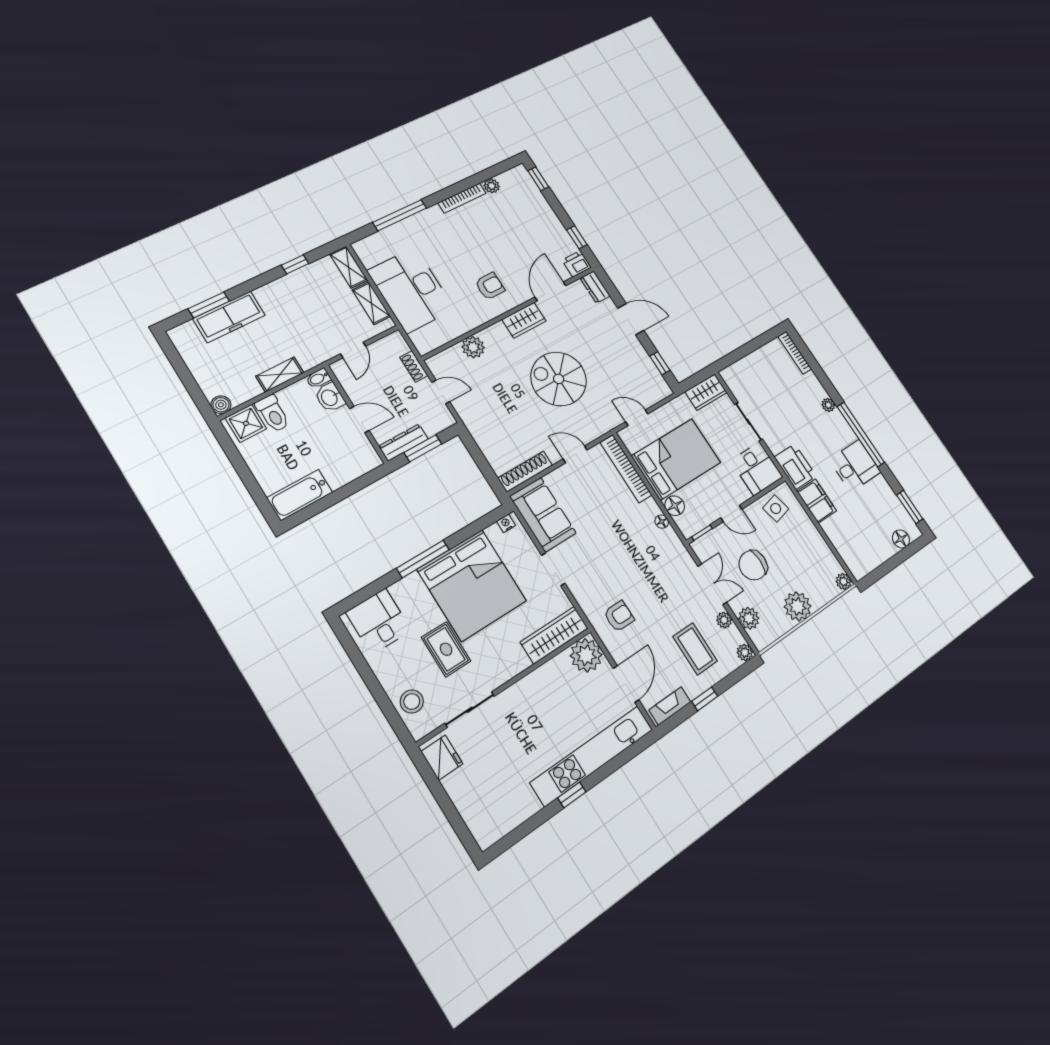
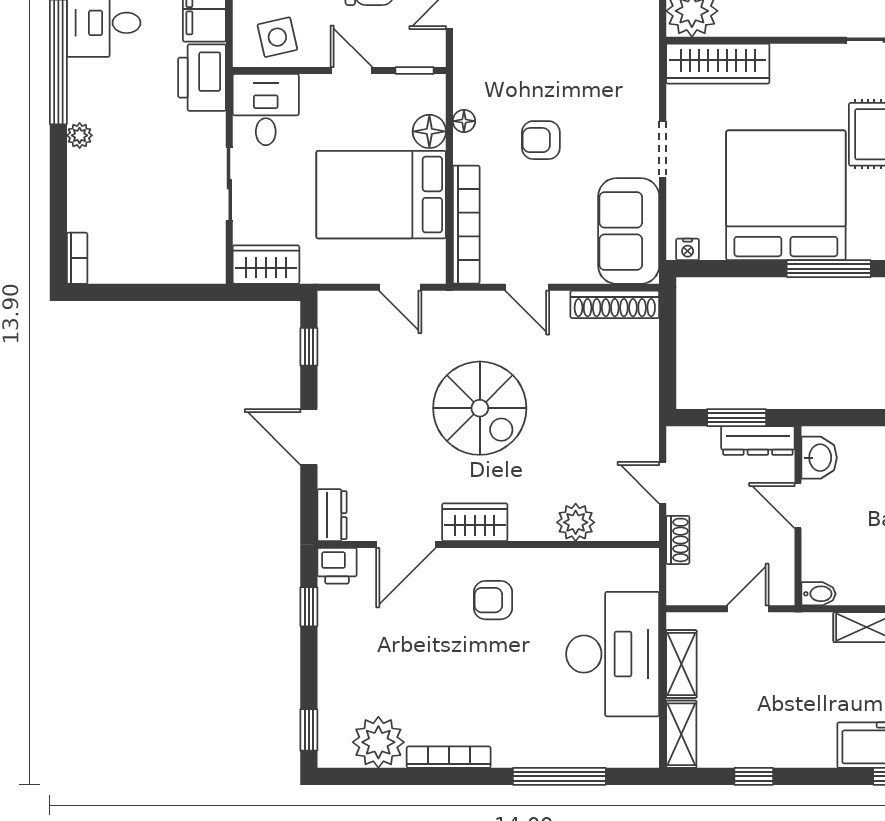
plant: (492, 186) -> (378, 742), width x1.88, depth x1.88
bookcase: (795, 353) -> (77, 258), width x0.64
washbasin: (330, 397) -> (819, 458), moved
armchair: (619, 616) -> (541, 140), moved

